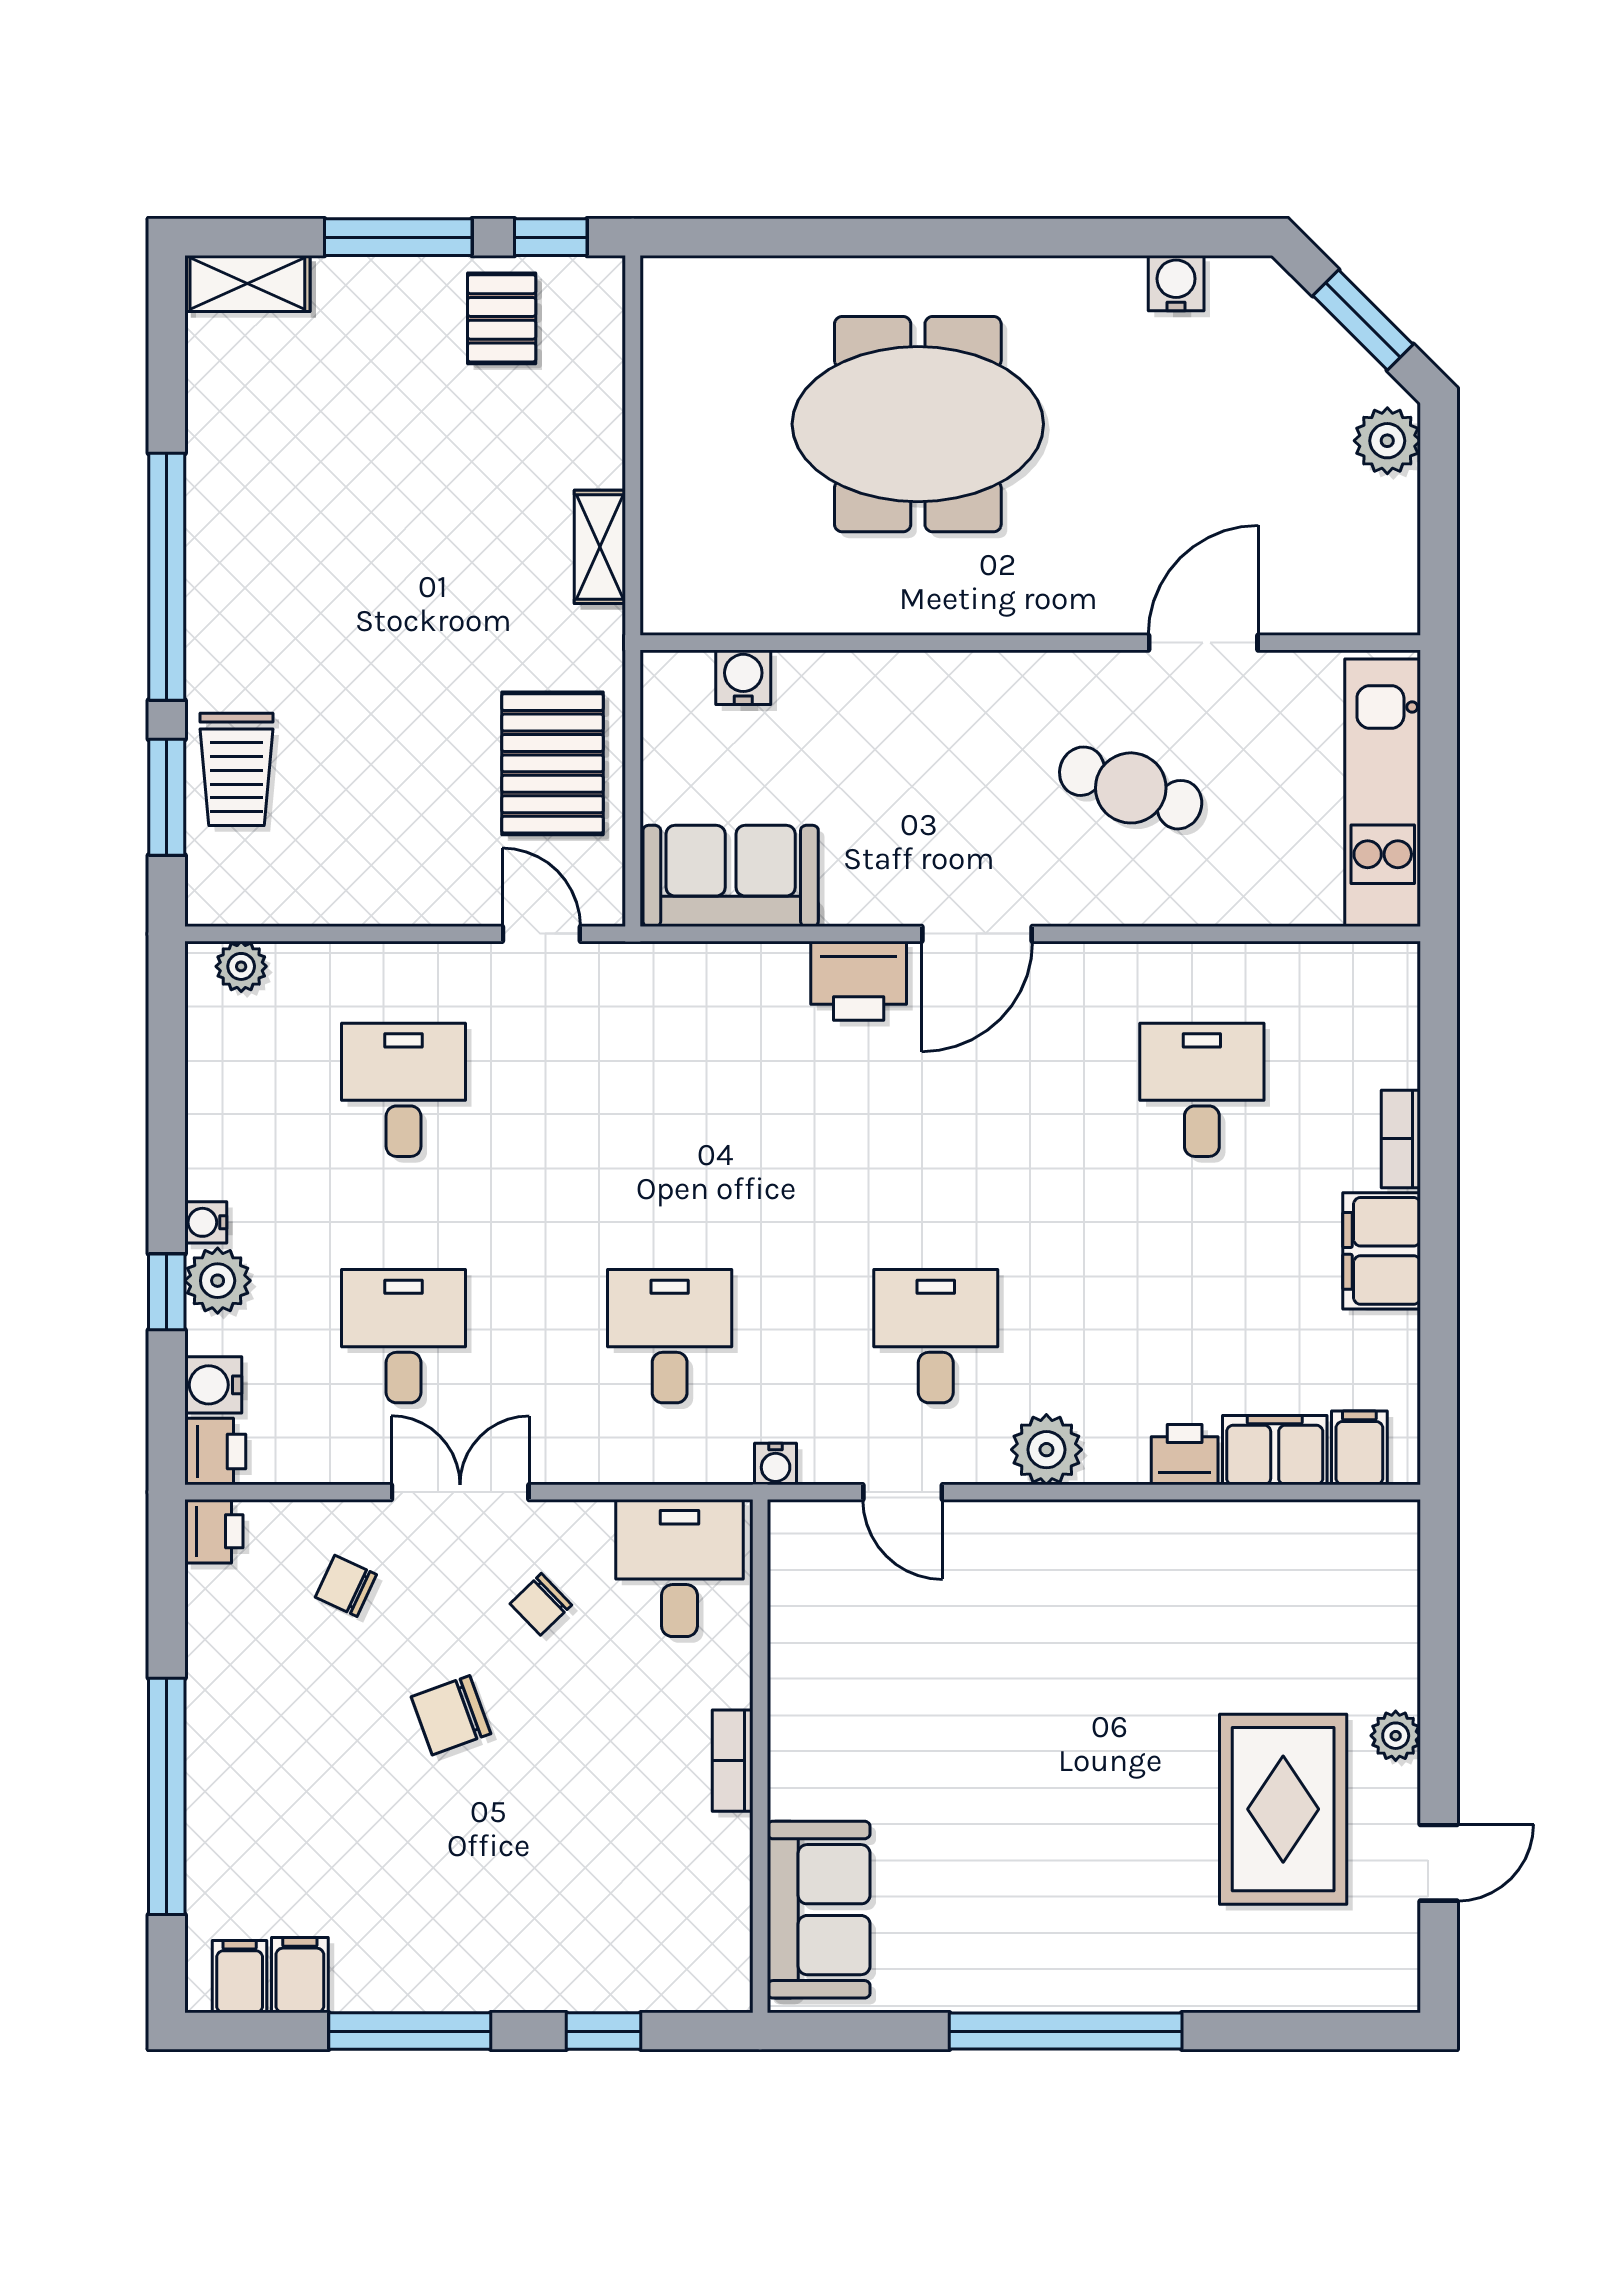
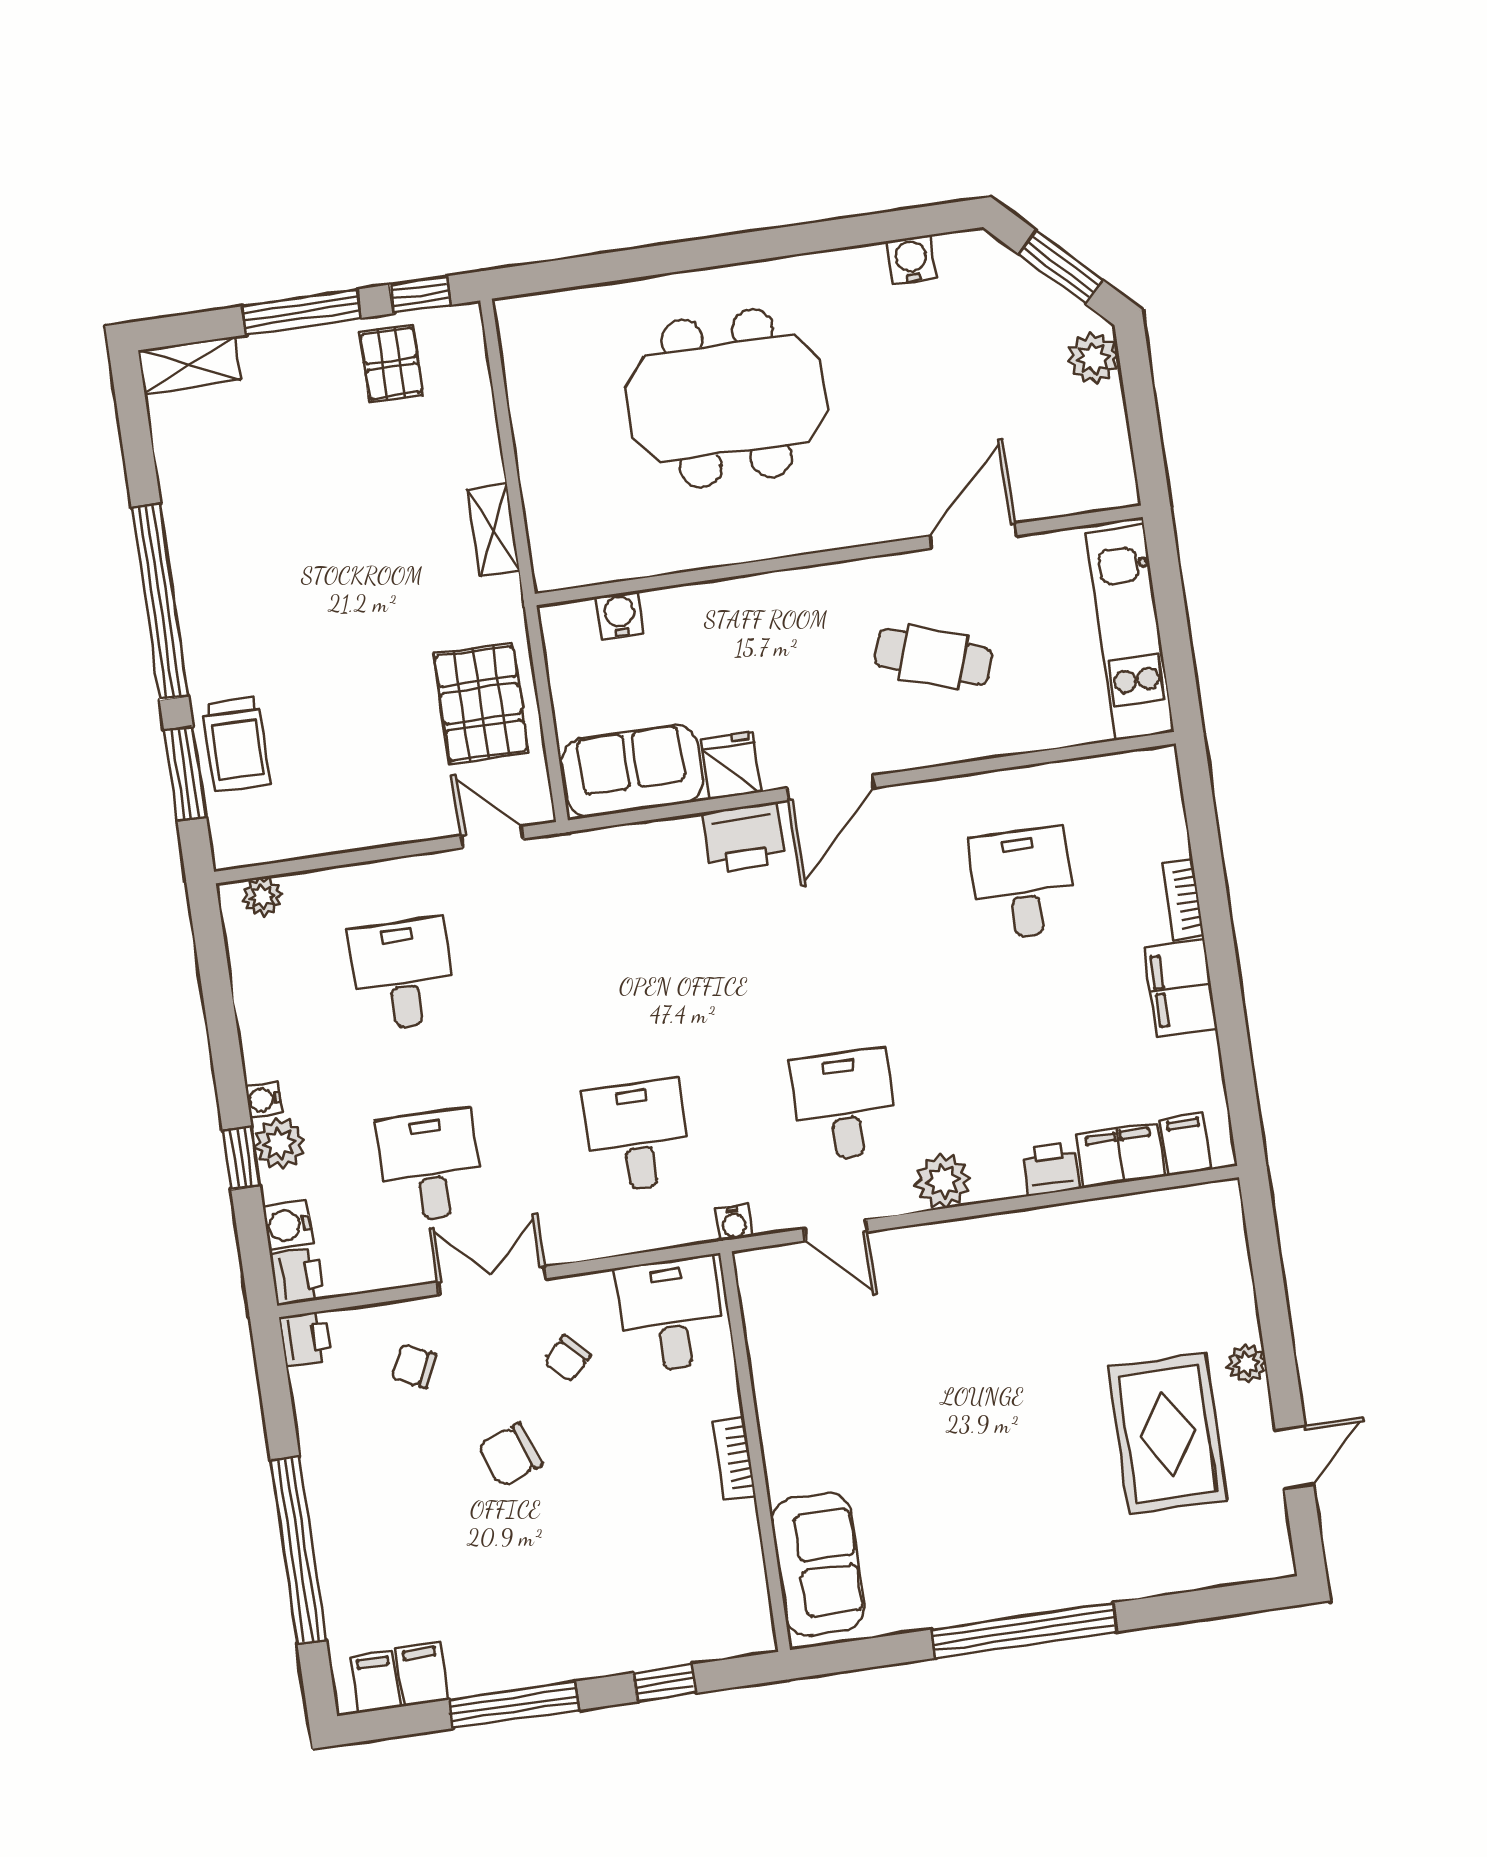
fridge: (856, 887) -> (731, 766), added

